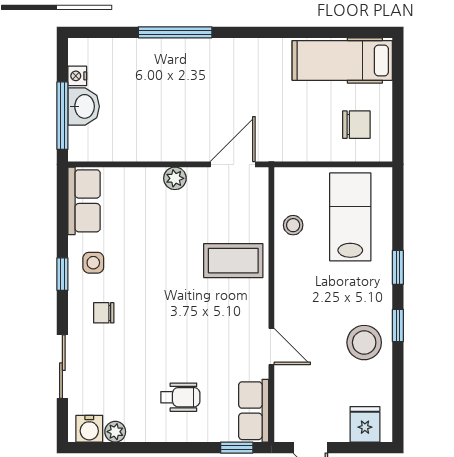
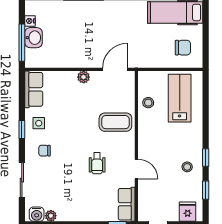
window: (398, 267) -> (206, 190), moved
stool: (364, 343) -> (187, 167), width x0.53, depth x0.53
wheelchair: (180, 397) -> (97, 163), moved, turned 90

